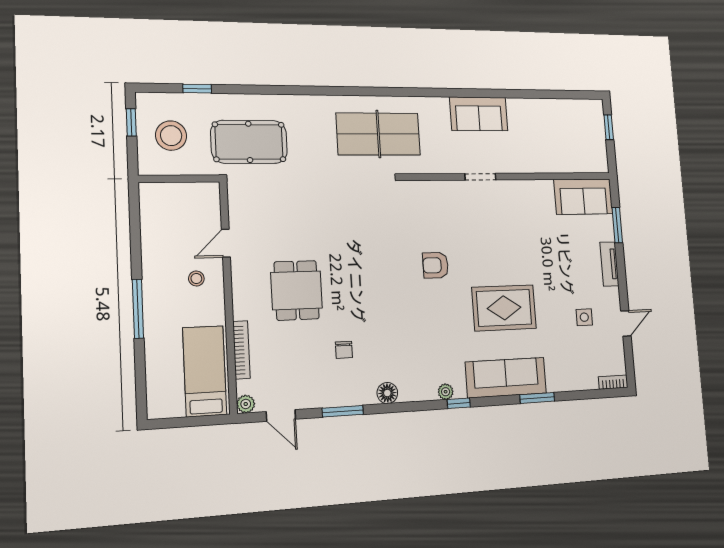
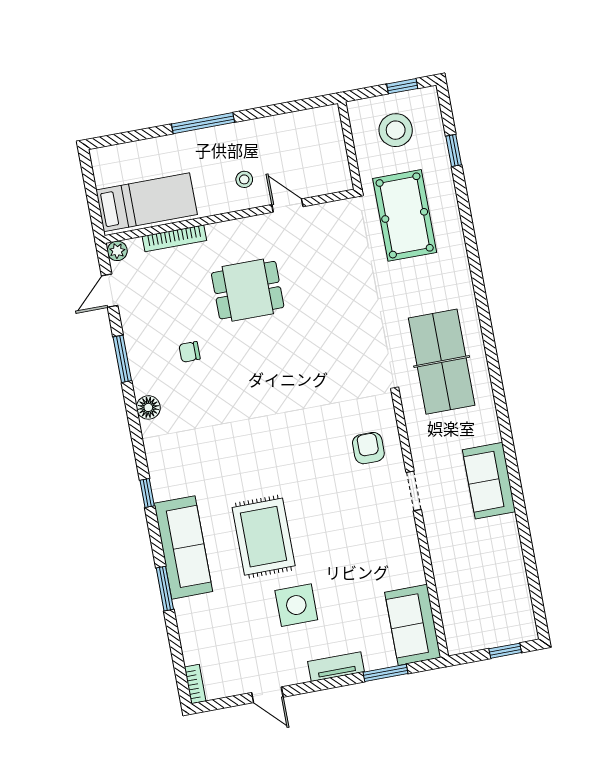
armchair: (436, 265) -> (368, 448), moved
side table: (584, 317) -> (296, 605), moved, width x1.87, depth x1.87
plant: (446, 392) -> (158, 476), removed

